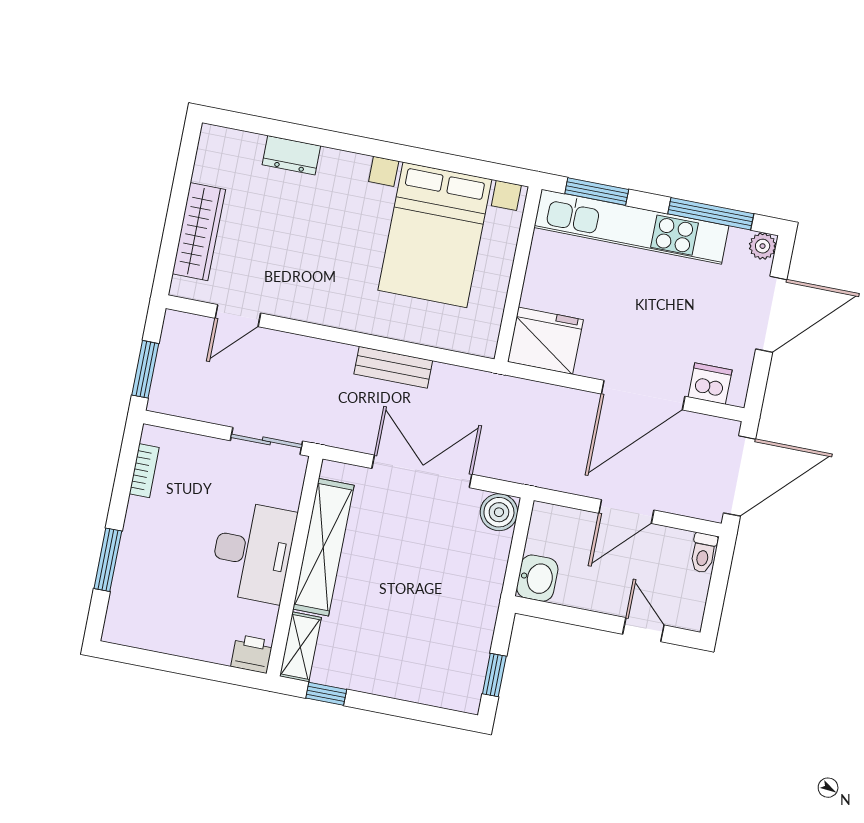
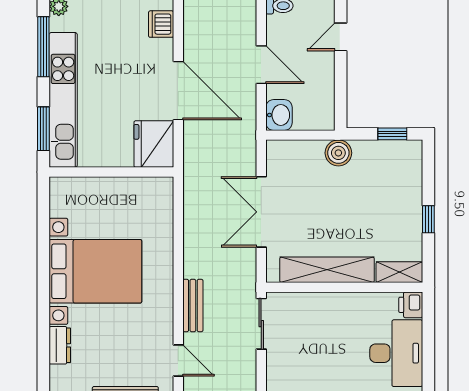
bed with nightstands: (435, 235) -> (95, 271), moved
bench: (393, 367) -> (193, 305), moved
door: (643, 395) -> (178, 91), moved
boiler: (499, 512) -> (338, 153), moved
desk: (253, 552) -> (396, 353), moved, turned 90
washbasin: (537, 578) -> (279, 115), moved, turned 90
window: (326, 694) -> (428, 219), moved

